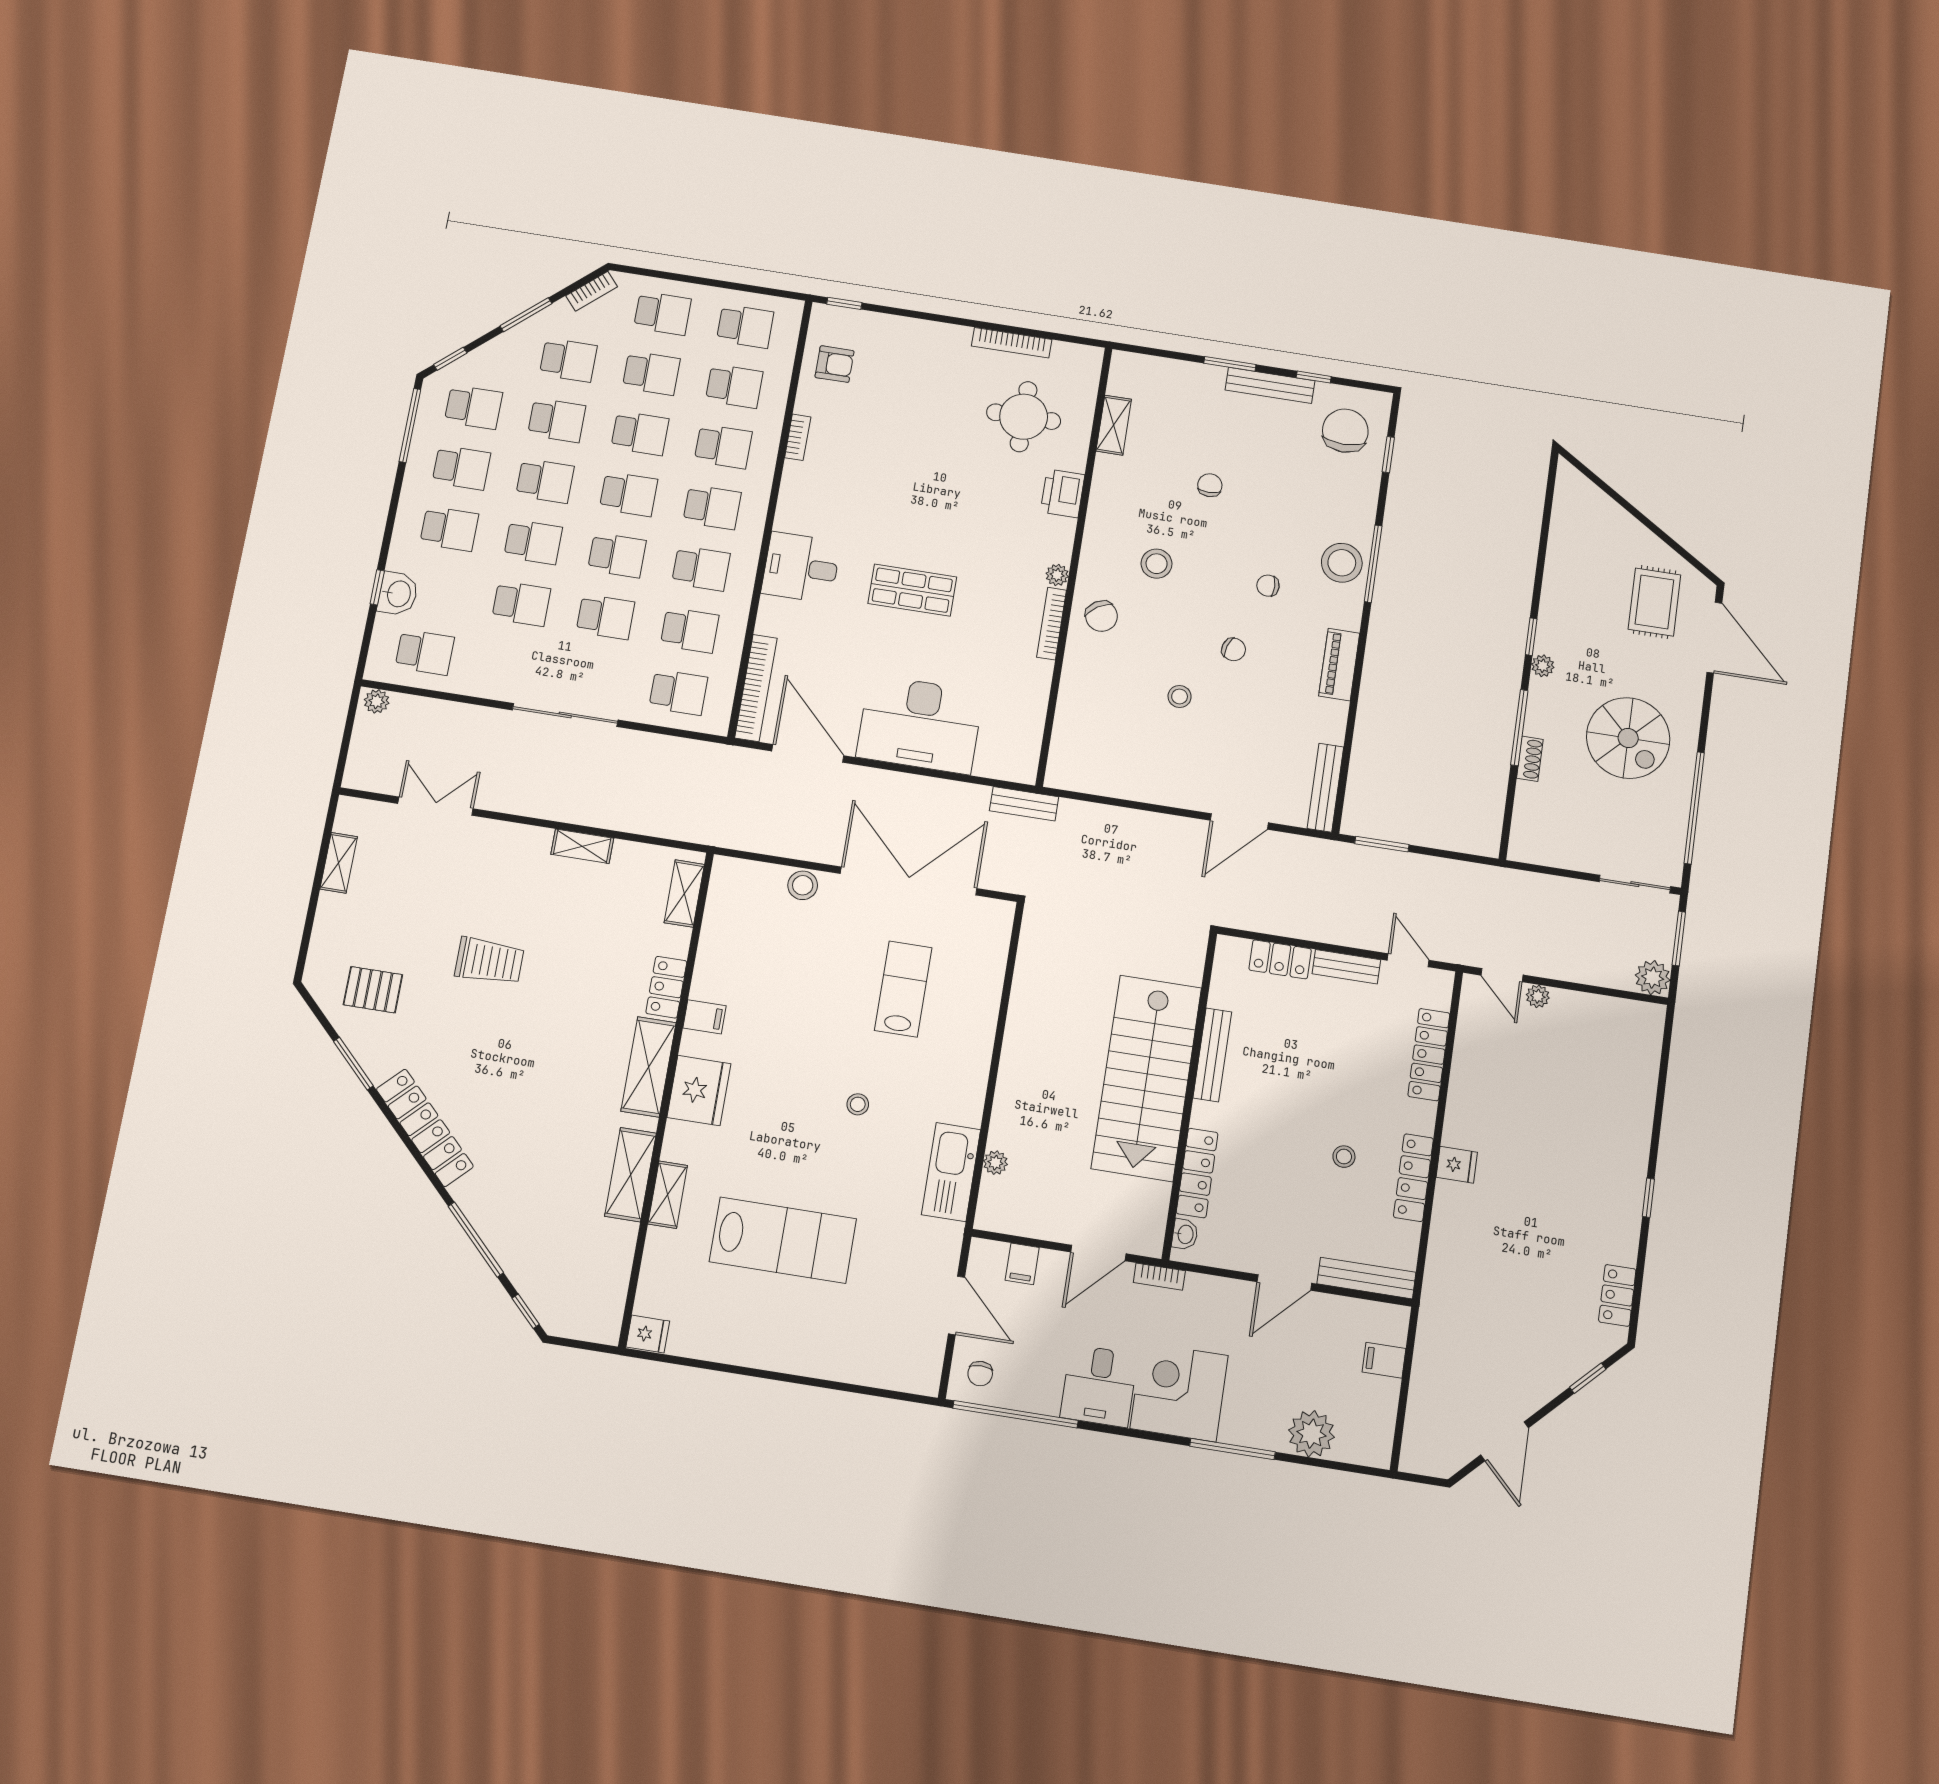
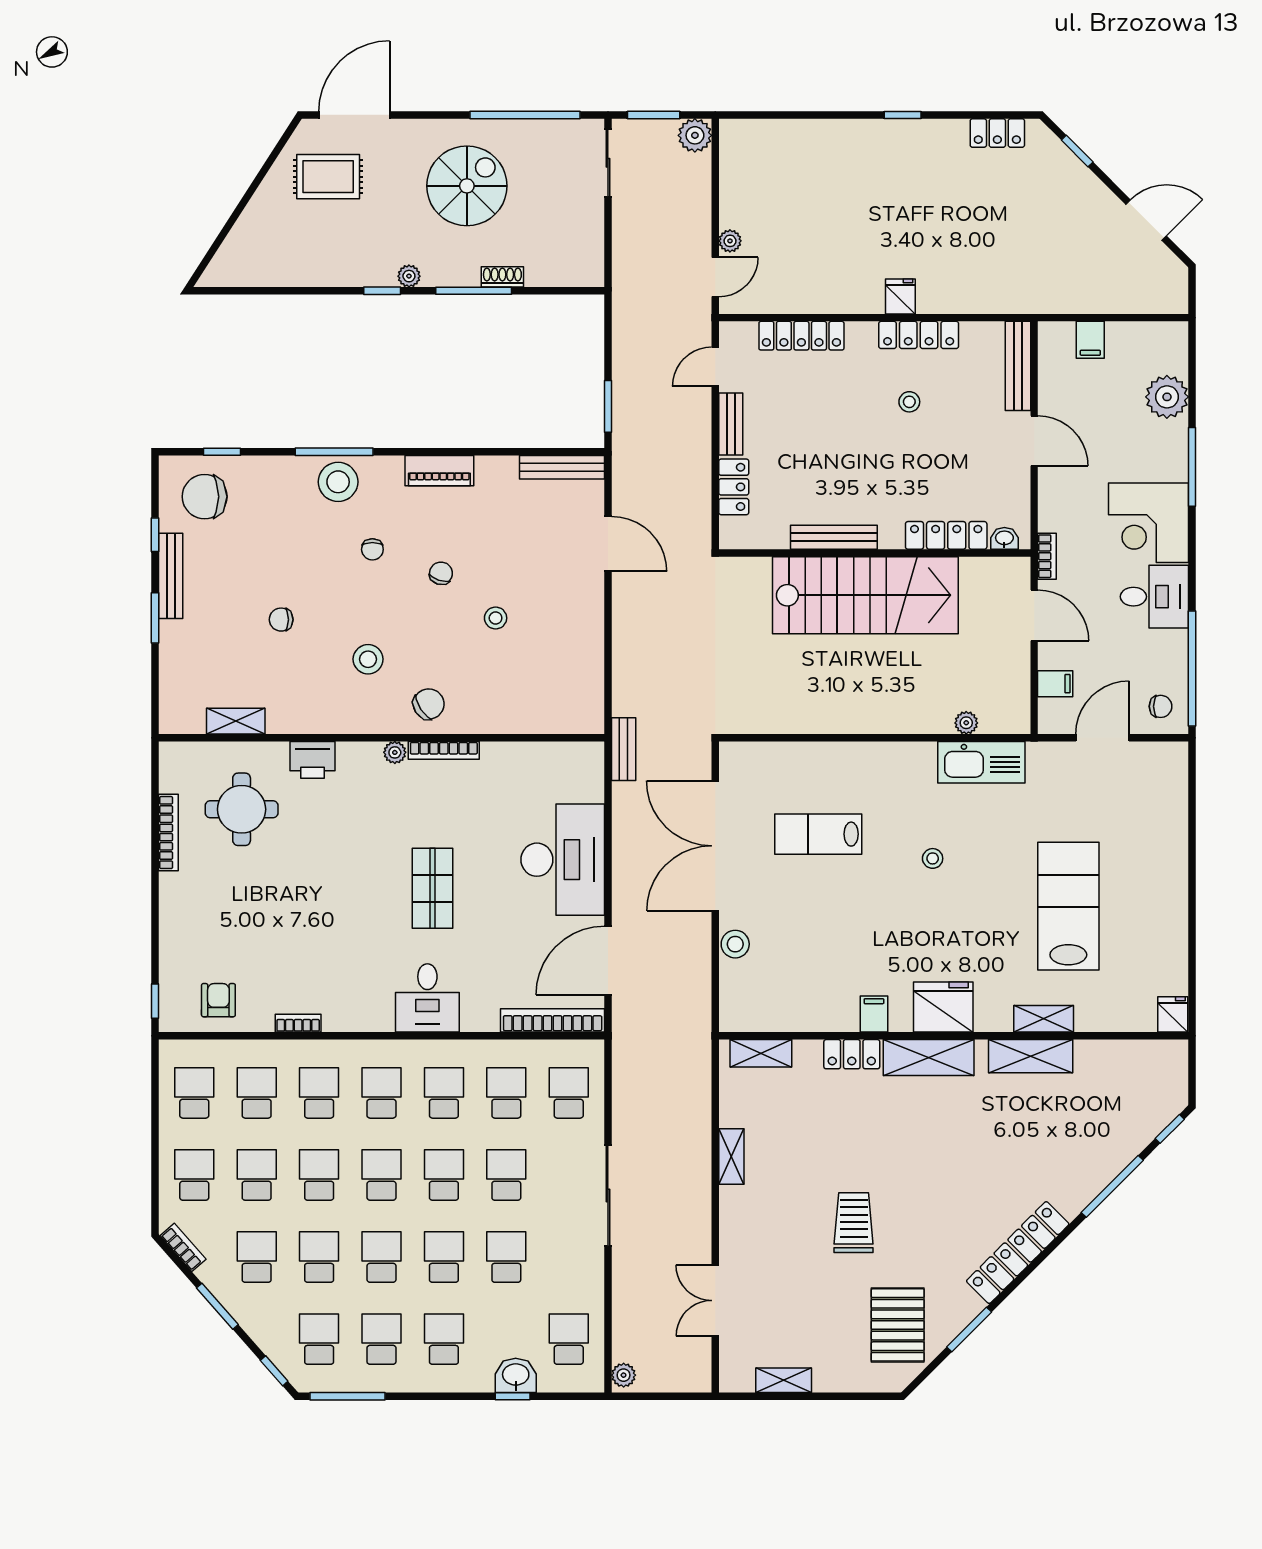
pallet: (373, 990) -> (898, 1325), width x1.50, depth x1.42

